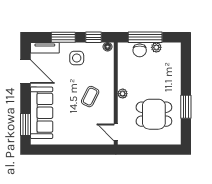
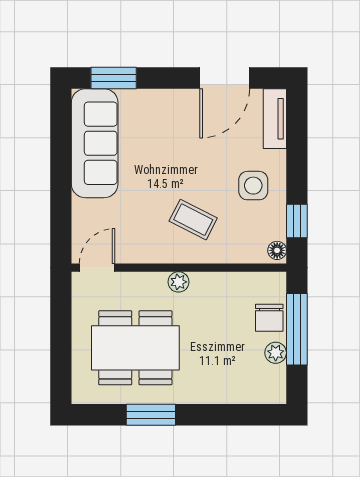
window: (63, 37) -> (297, 157), removed
chair: (140, 50) -> (269, 318), turned -90
coffee table: (90, 97) -> (193, 220), moved
sofa: (42, 113) -> (95, 143), moved, turned -90
dining table: (154, 114) -> (135, 348), width x1.38

